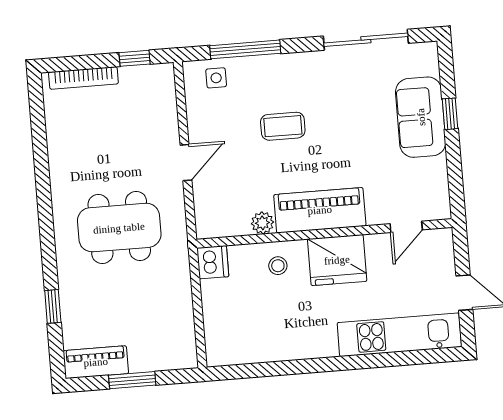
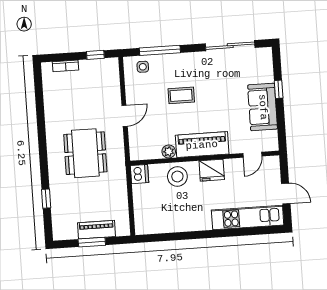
bookcase: (83, 78) -> (66, 66), width x0.64
sofa: (421, 117) -> (263, 107), moved
dining table: (119, 228) -> (85, 153), turned 90
fridge: (337, 260) -> (212, 170), width x0.73, depth x0.75
stool: (278, 266) -> (177, 176), width x1.89, depth x1.89
piano: (96, 362) -> (96, 230), moved

